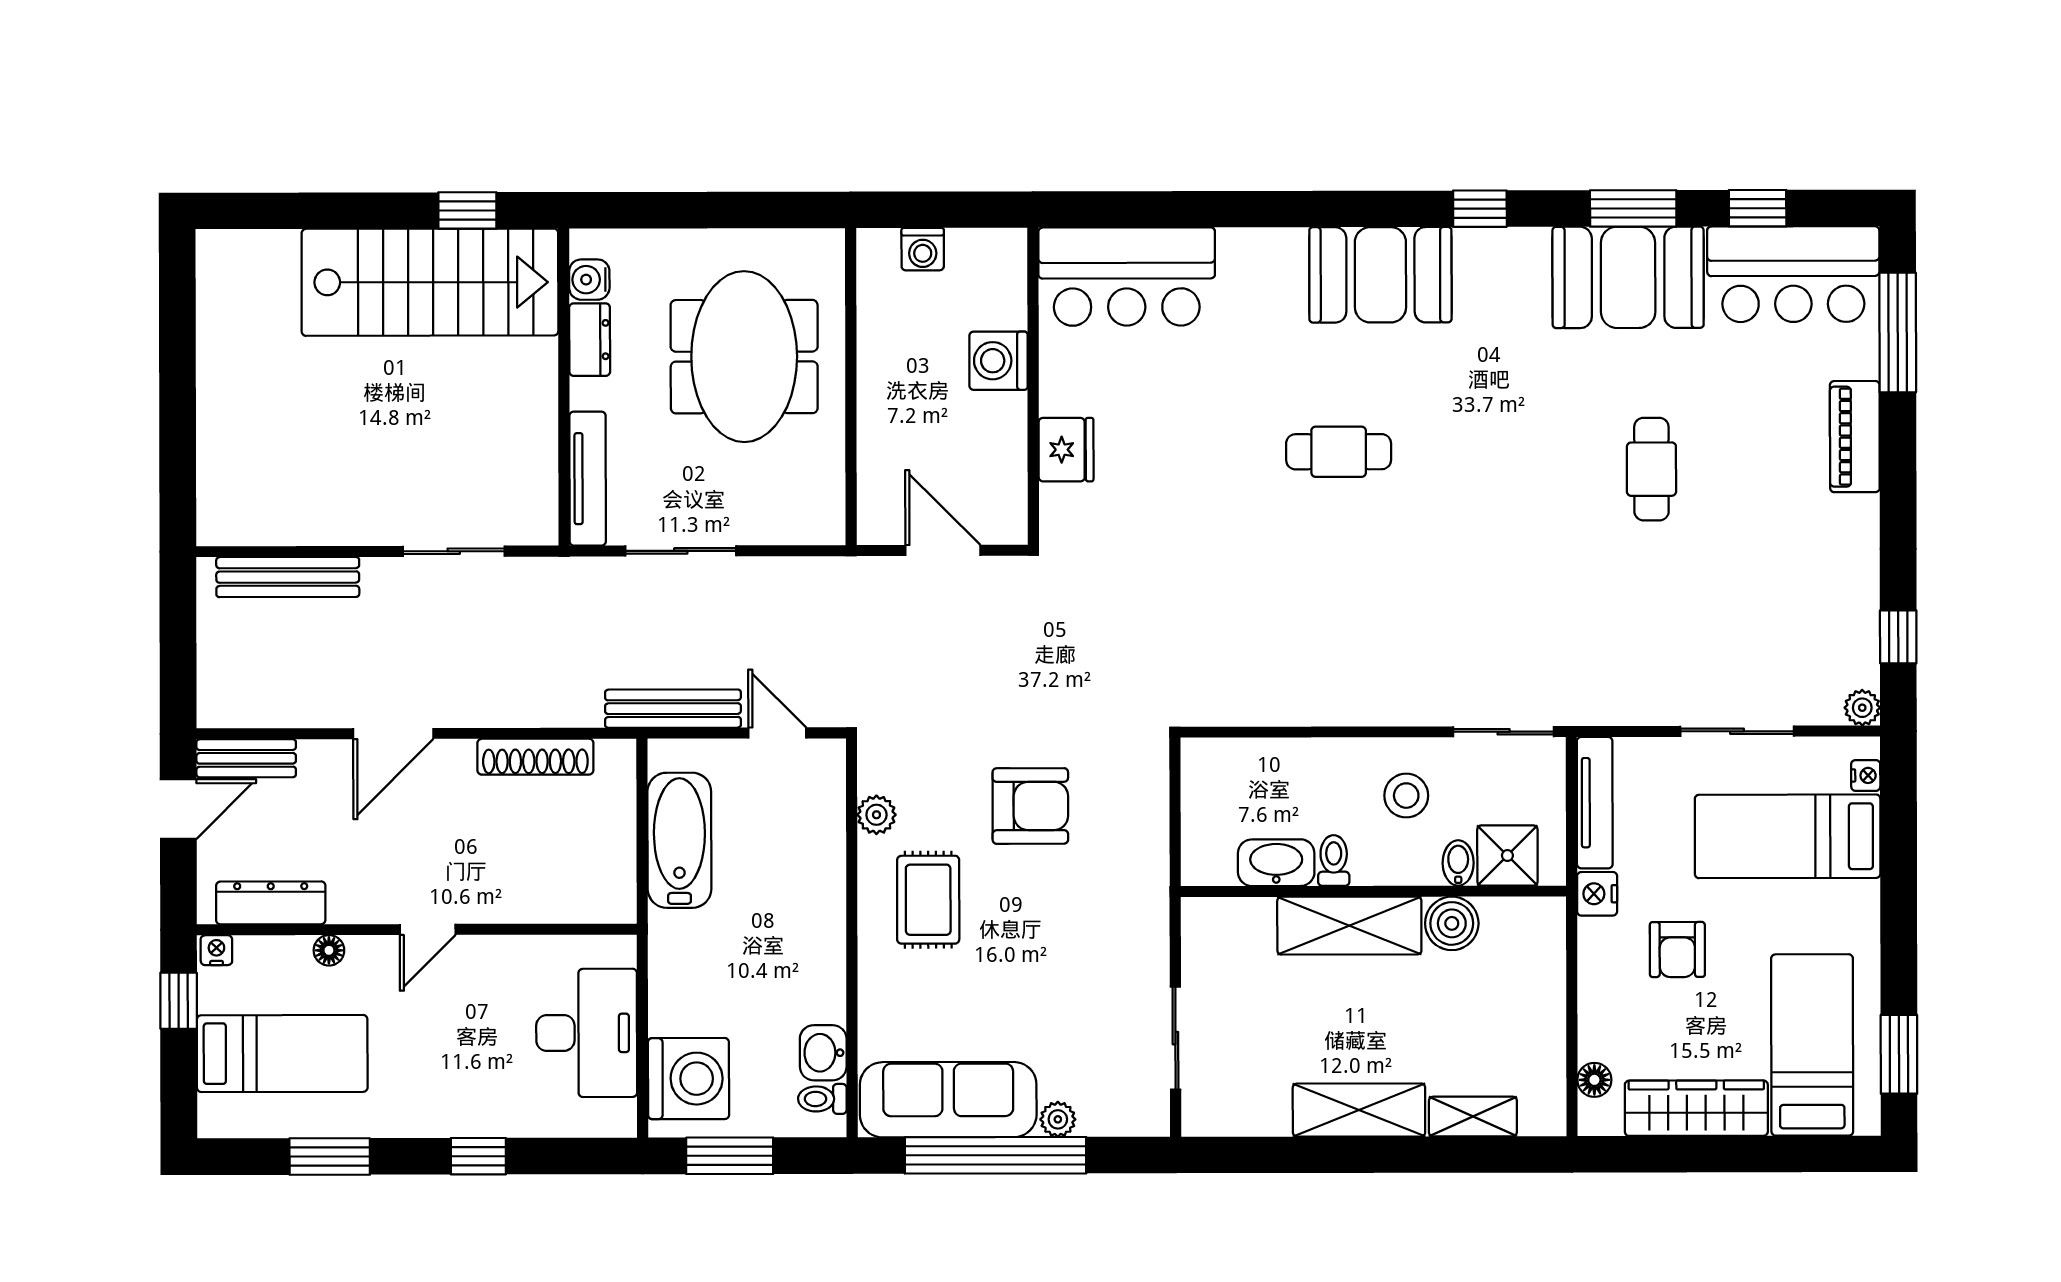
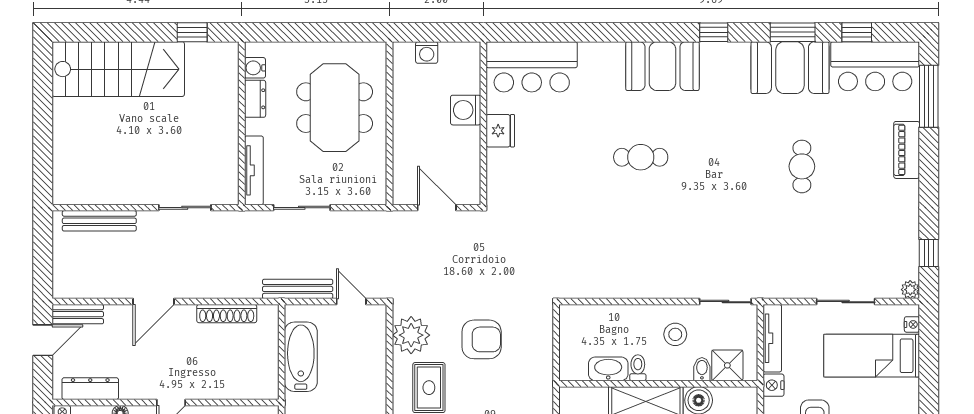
stairs: (430, 282) -> (118, 69), moved
fridge: (1066, 450) -> (500, 131), moved
plant: (876, 815) -> (411, 335), width x1.87, depth x1.87

